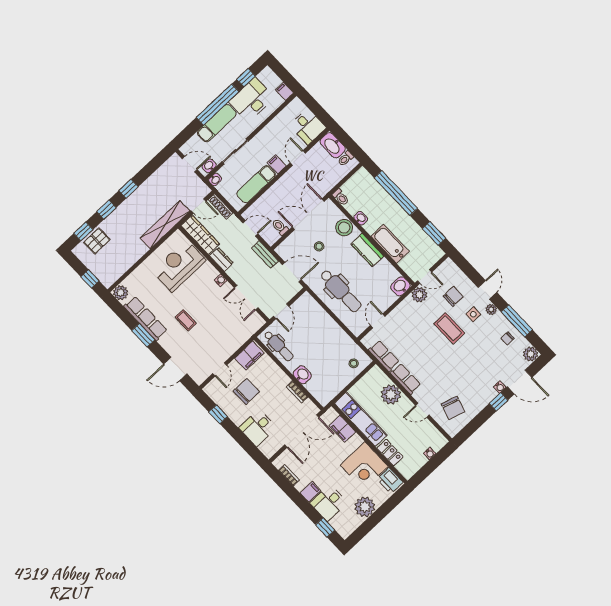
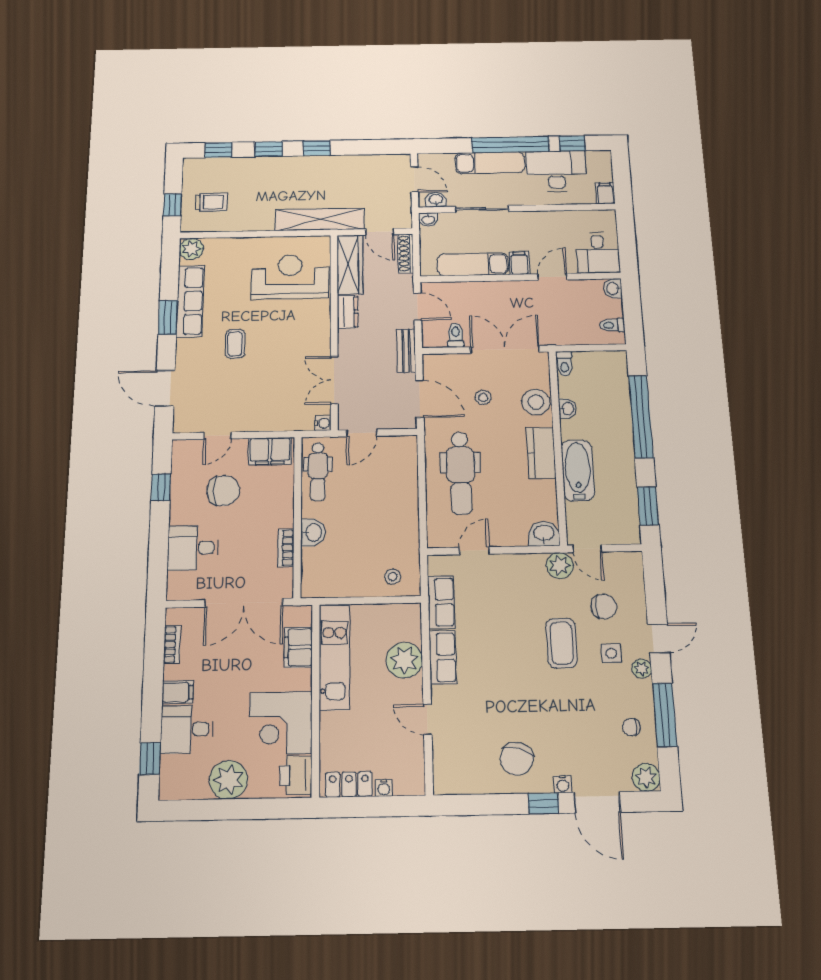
washbasin: (333, 145) -> (613, 288), width x0.52, depth x0.69
pallet: (97, 241) -> (223, 172), removed
trolley: (107, 261) -> (211, 202), added
water cooler: (221, 280) -> (323, 423), moved
chair: (453, 408) -> (517, 759), moved
locker: (390, 452) -> (349, 784), moved, turned -90

